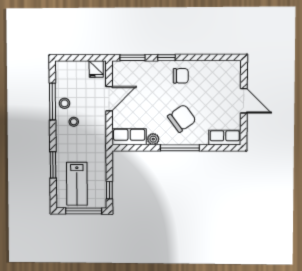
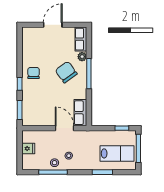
fridge: (96, 69) -> (28, 149), moved
door: (109, 99) -> (64, 128), moved
plant: (153, 139) -> (82, 57), moved

